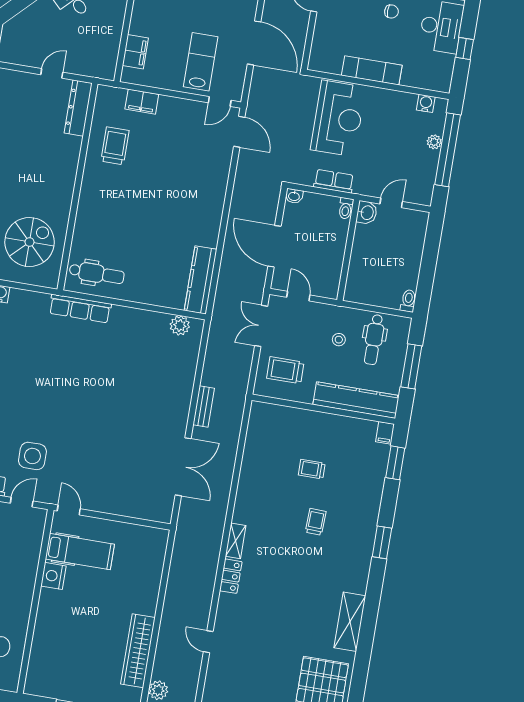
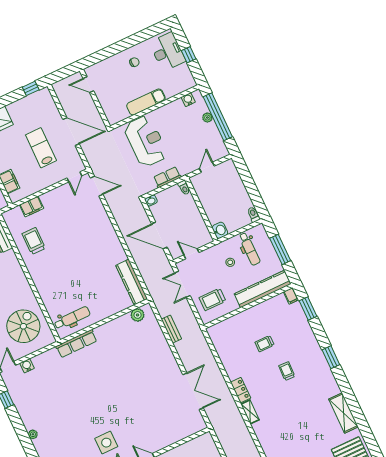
lab bench: (201, 62) -> (41, 148), moved
washbasin: (367, 213) -> (220, 230), moved
bench: (204, 407) -> (171, 329), moved
locker: (231, 576) -> (241, 390), moved

